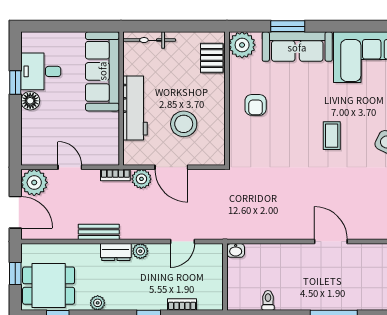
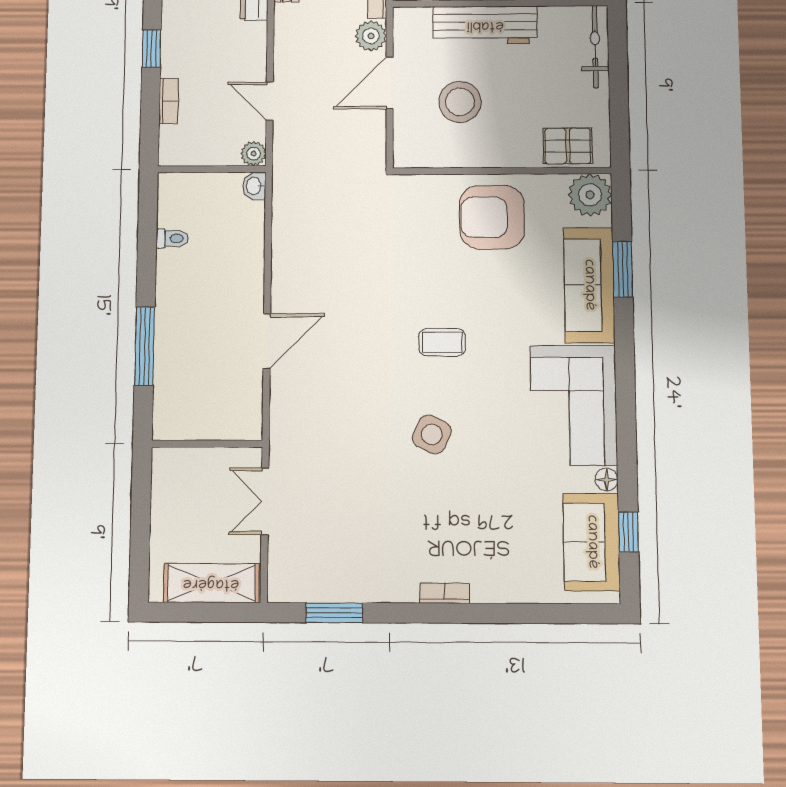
armchair: (256, 105) -> (492, 217), width x1.88, depth x1.88
plant: (140, 251) -> (254, 154), moved

